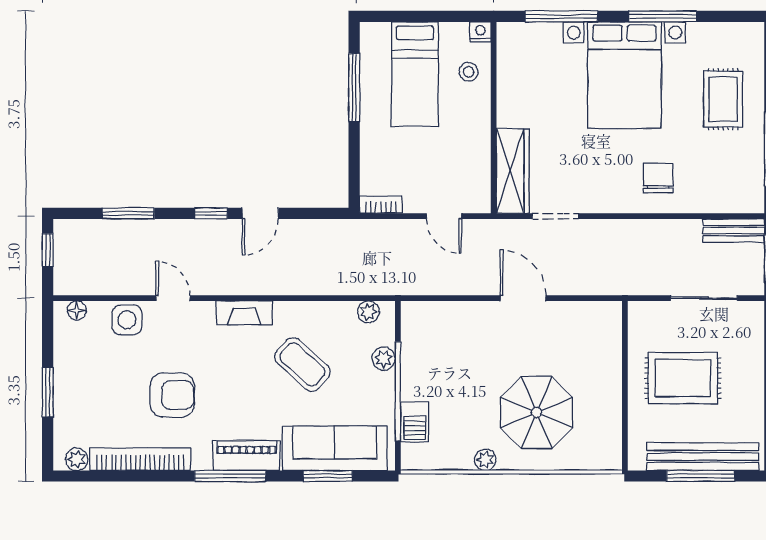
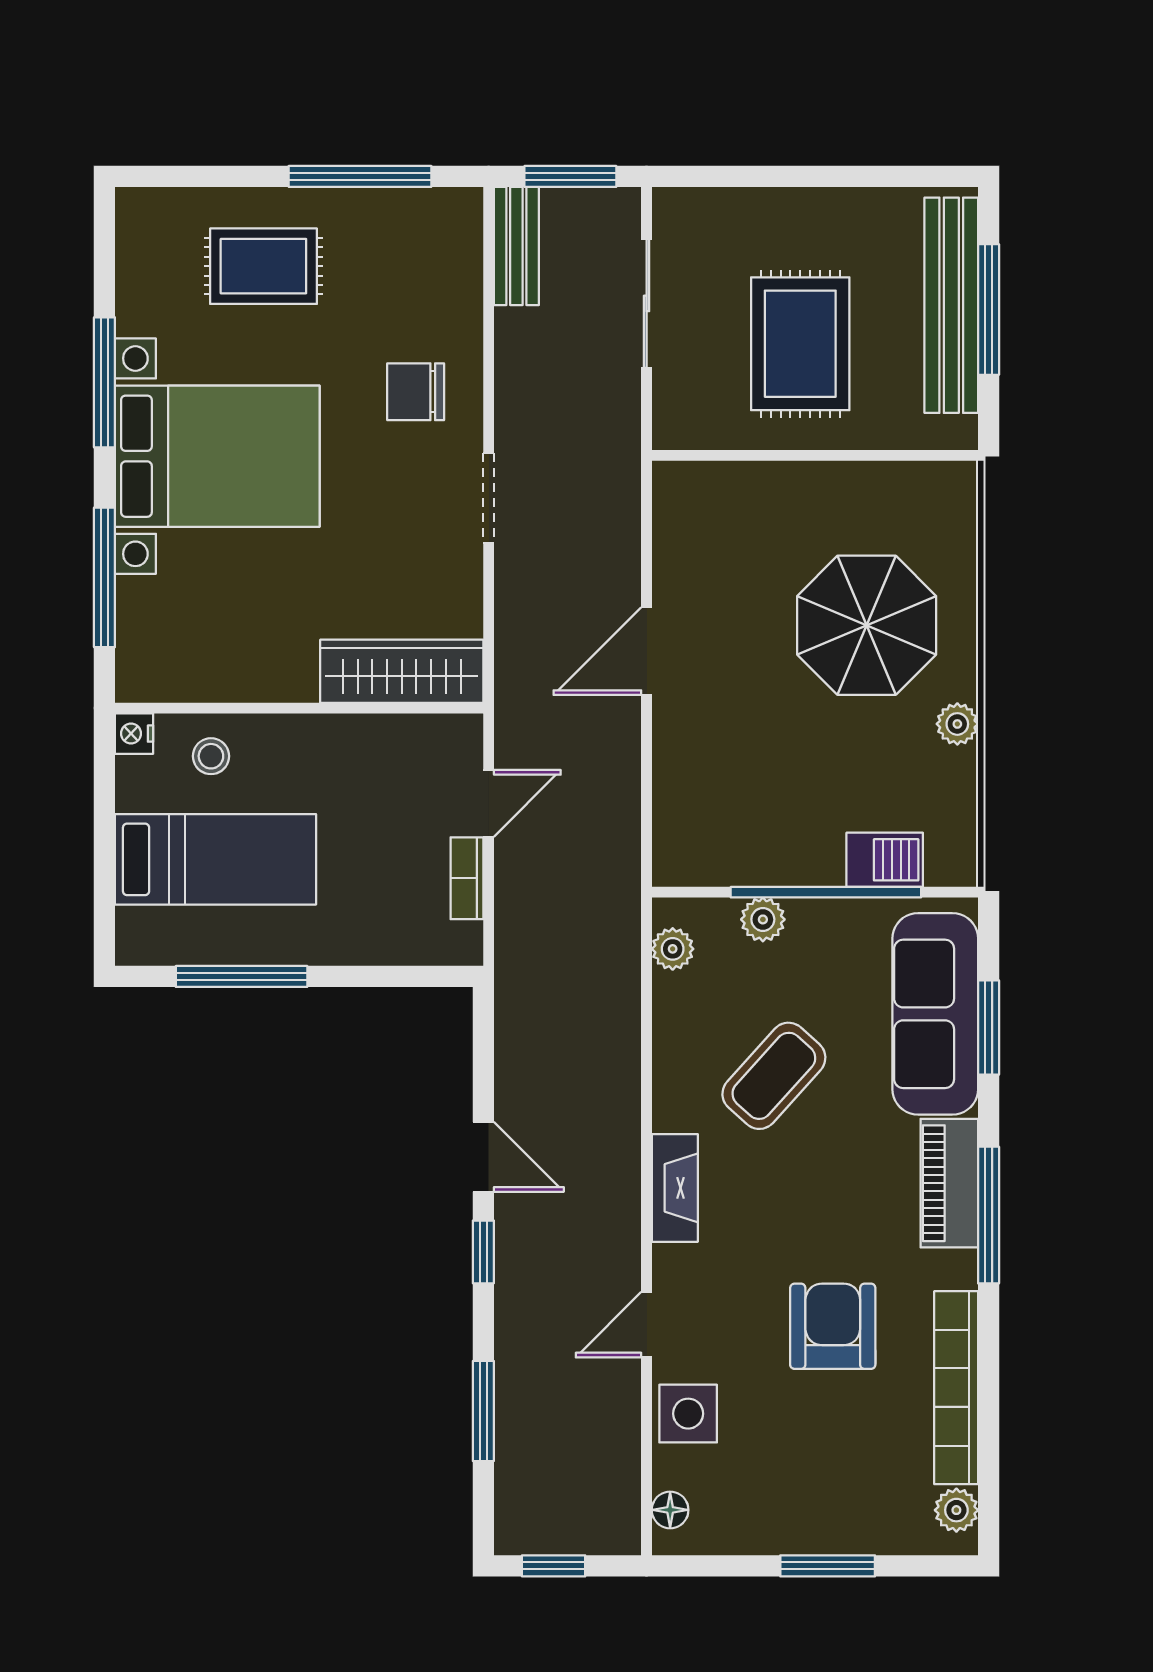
bookcase: (381, 205) -> (467, 878), moved
doorway: (556, 216) -> (489, 498), moved

